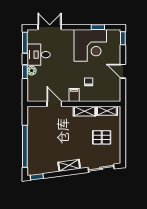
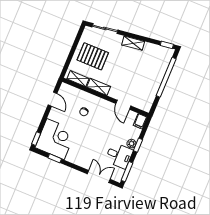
double door: (50, 27) -> (99, 176), swing flipped
corner desk: (90, 45) -> (55, 139), moved, turned 90
door: (123, 71) -> (53, 99), moved
filing cabinet: (74, 95) -> (140, 121), moved
pallet: (102, 137) -> (93, 56), width x1.50, depth x1.42

